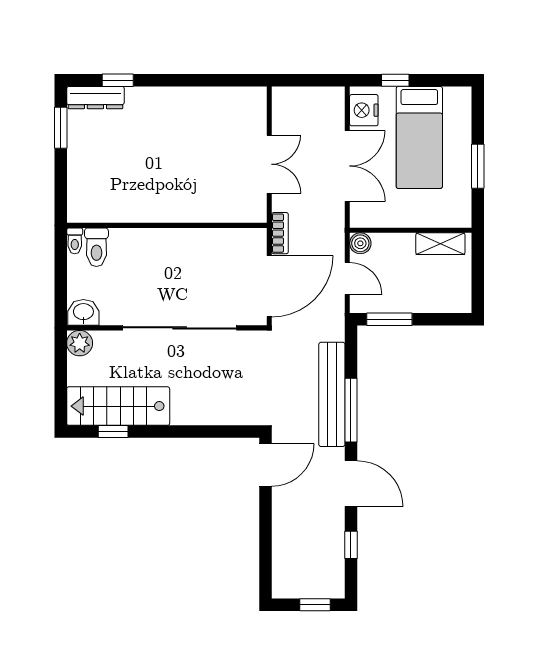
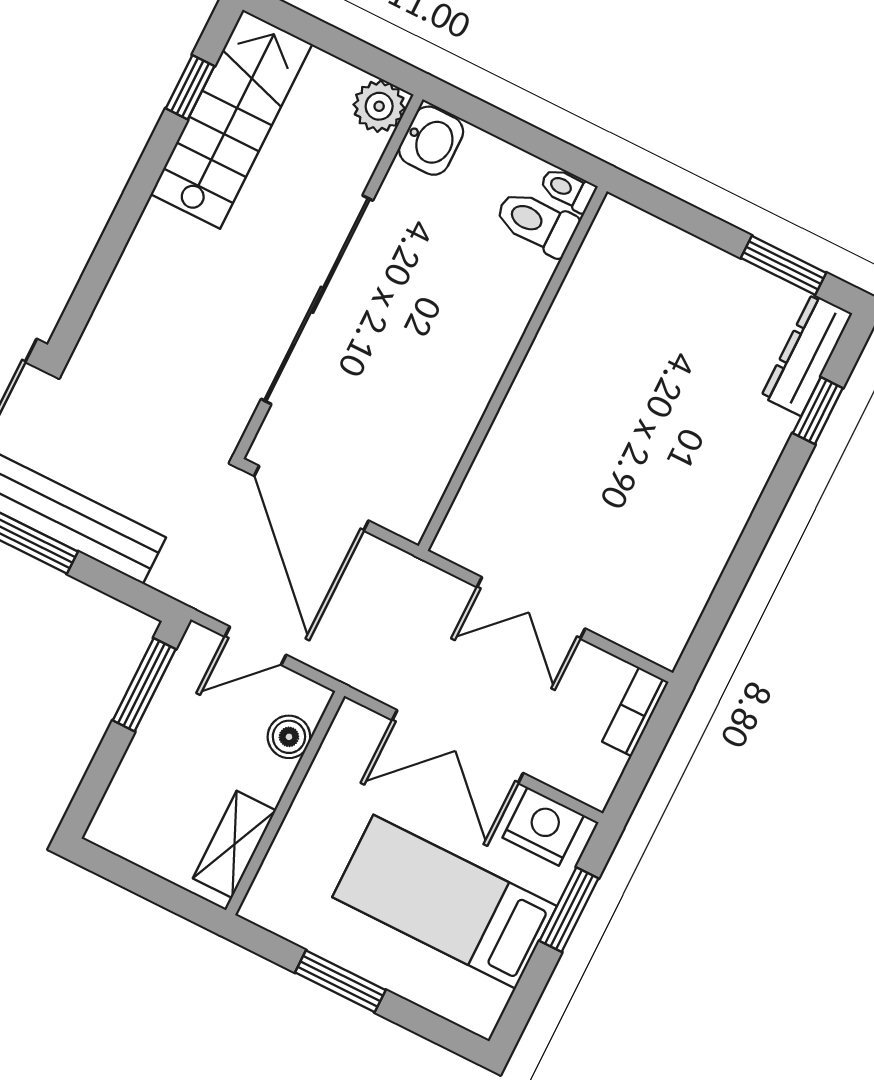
window: (395, 80) -> (569, 910), width x1.50
bookcase: (280, 233) -> (635, 712), moved, turned 90
boiler: (360, 243) -> (289, 737), moved

